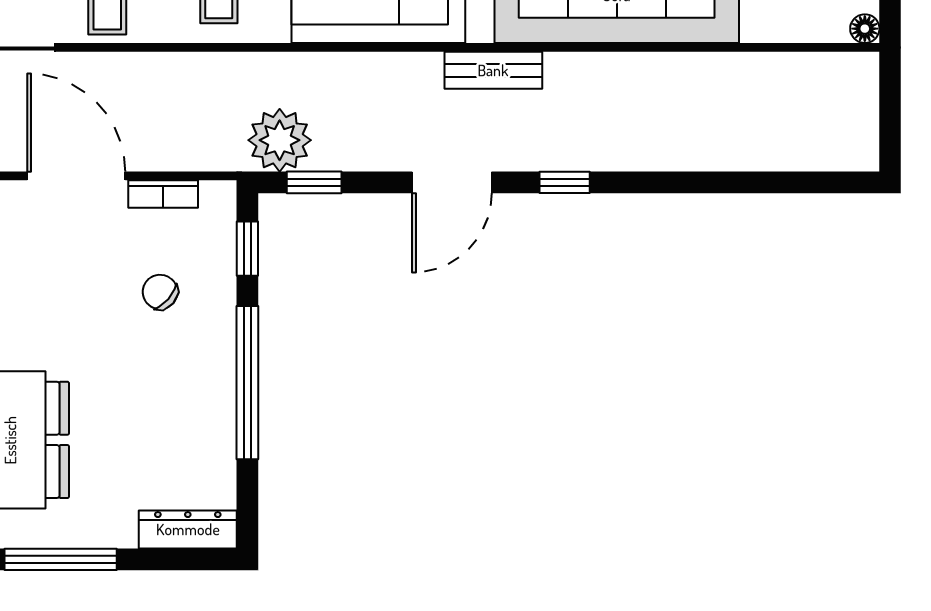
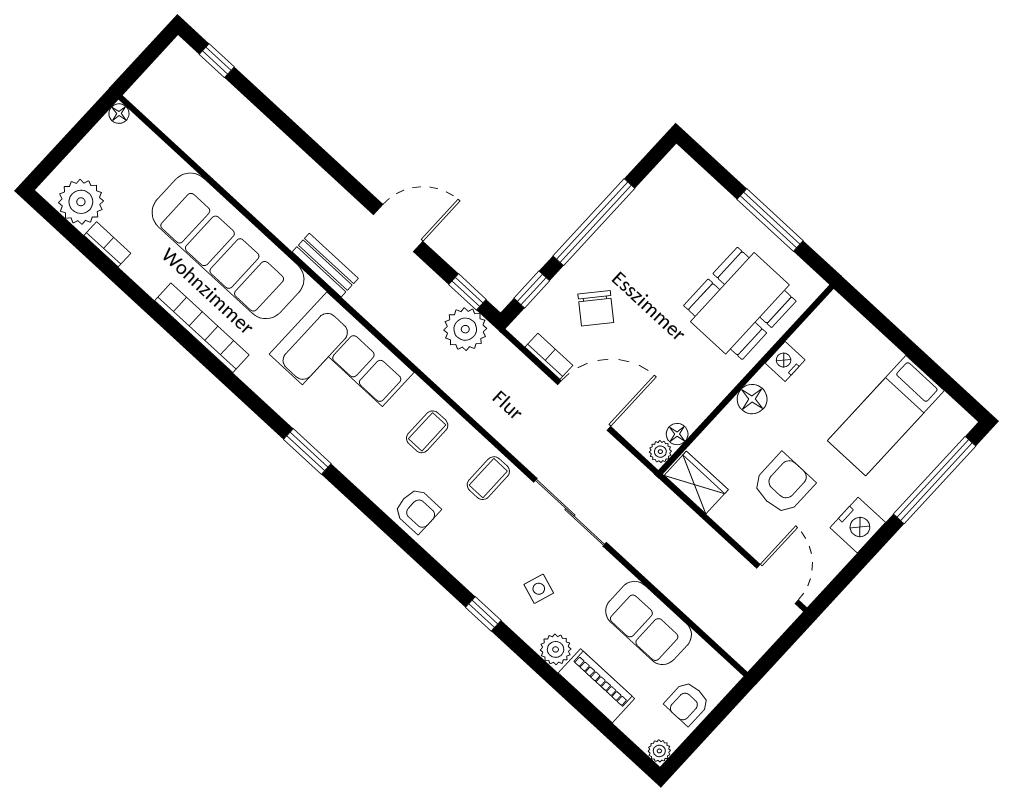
door: (76, 176) -> (584, 406), swing flipped
window: (565, 182) -> (217, 61), moved
chair: (160, 292) -> (596, 308), width x1.37, depth x1.37
dresser: (188, 529) -> (692, 176), removed

